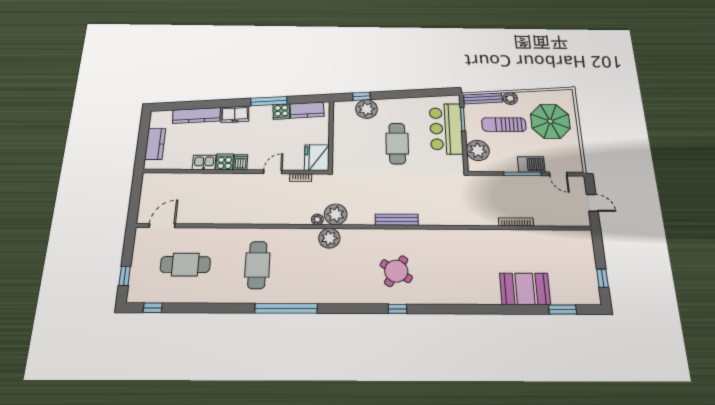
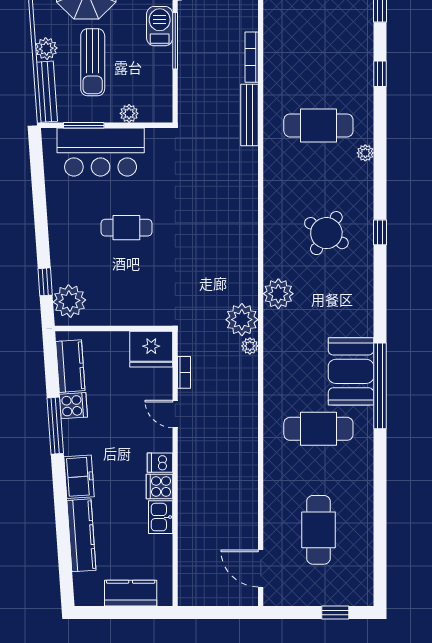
plant: (366, 109) -> (69, 301), moved
cafe table: (397, 143) -> (126, 228), width x0.73, depth x0.74
plant: (478, 150) -> (129, 113), width x0.53, depth x0.53
bench: (397, 220) -> (249, 115), moved
plant: (329, 238) -> (278, 294), moved
cafe table: (472, 266) -> (318, 125), added
booth: (525, 289) -> (351, 371), moved
plant: (454, 299) -> (365, 153), added
window: (153, 308) -> (380, 74), moved

